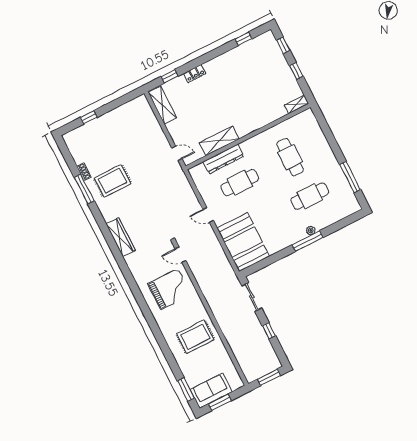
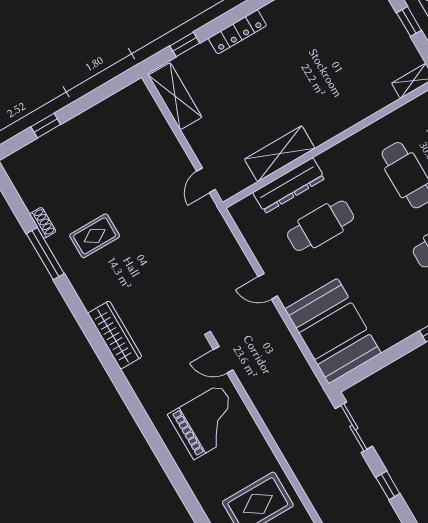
locker: (195, 74) -> (237, 32), width x1.53
door: (177, 153) -> (206, 180), swing flipped
rug: (113, 181) -> (95, 236), width x0.73, depth x0.70

